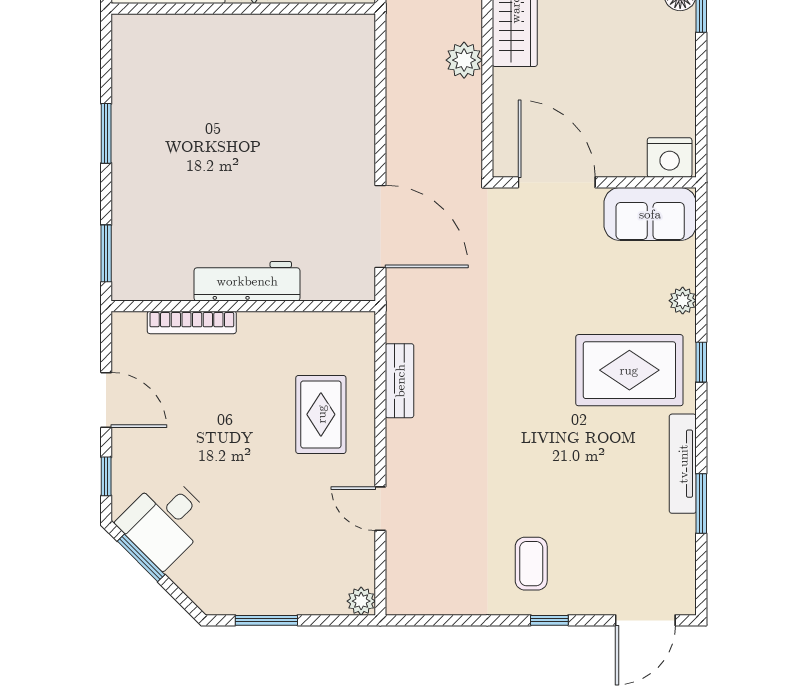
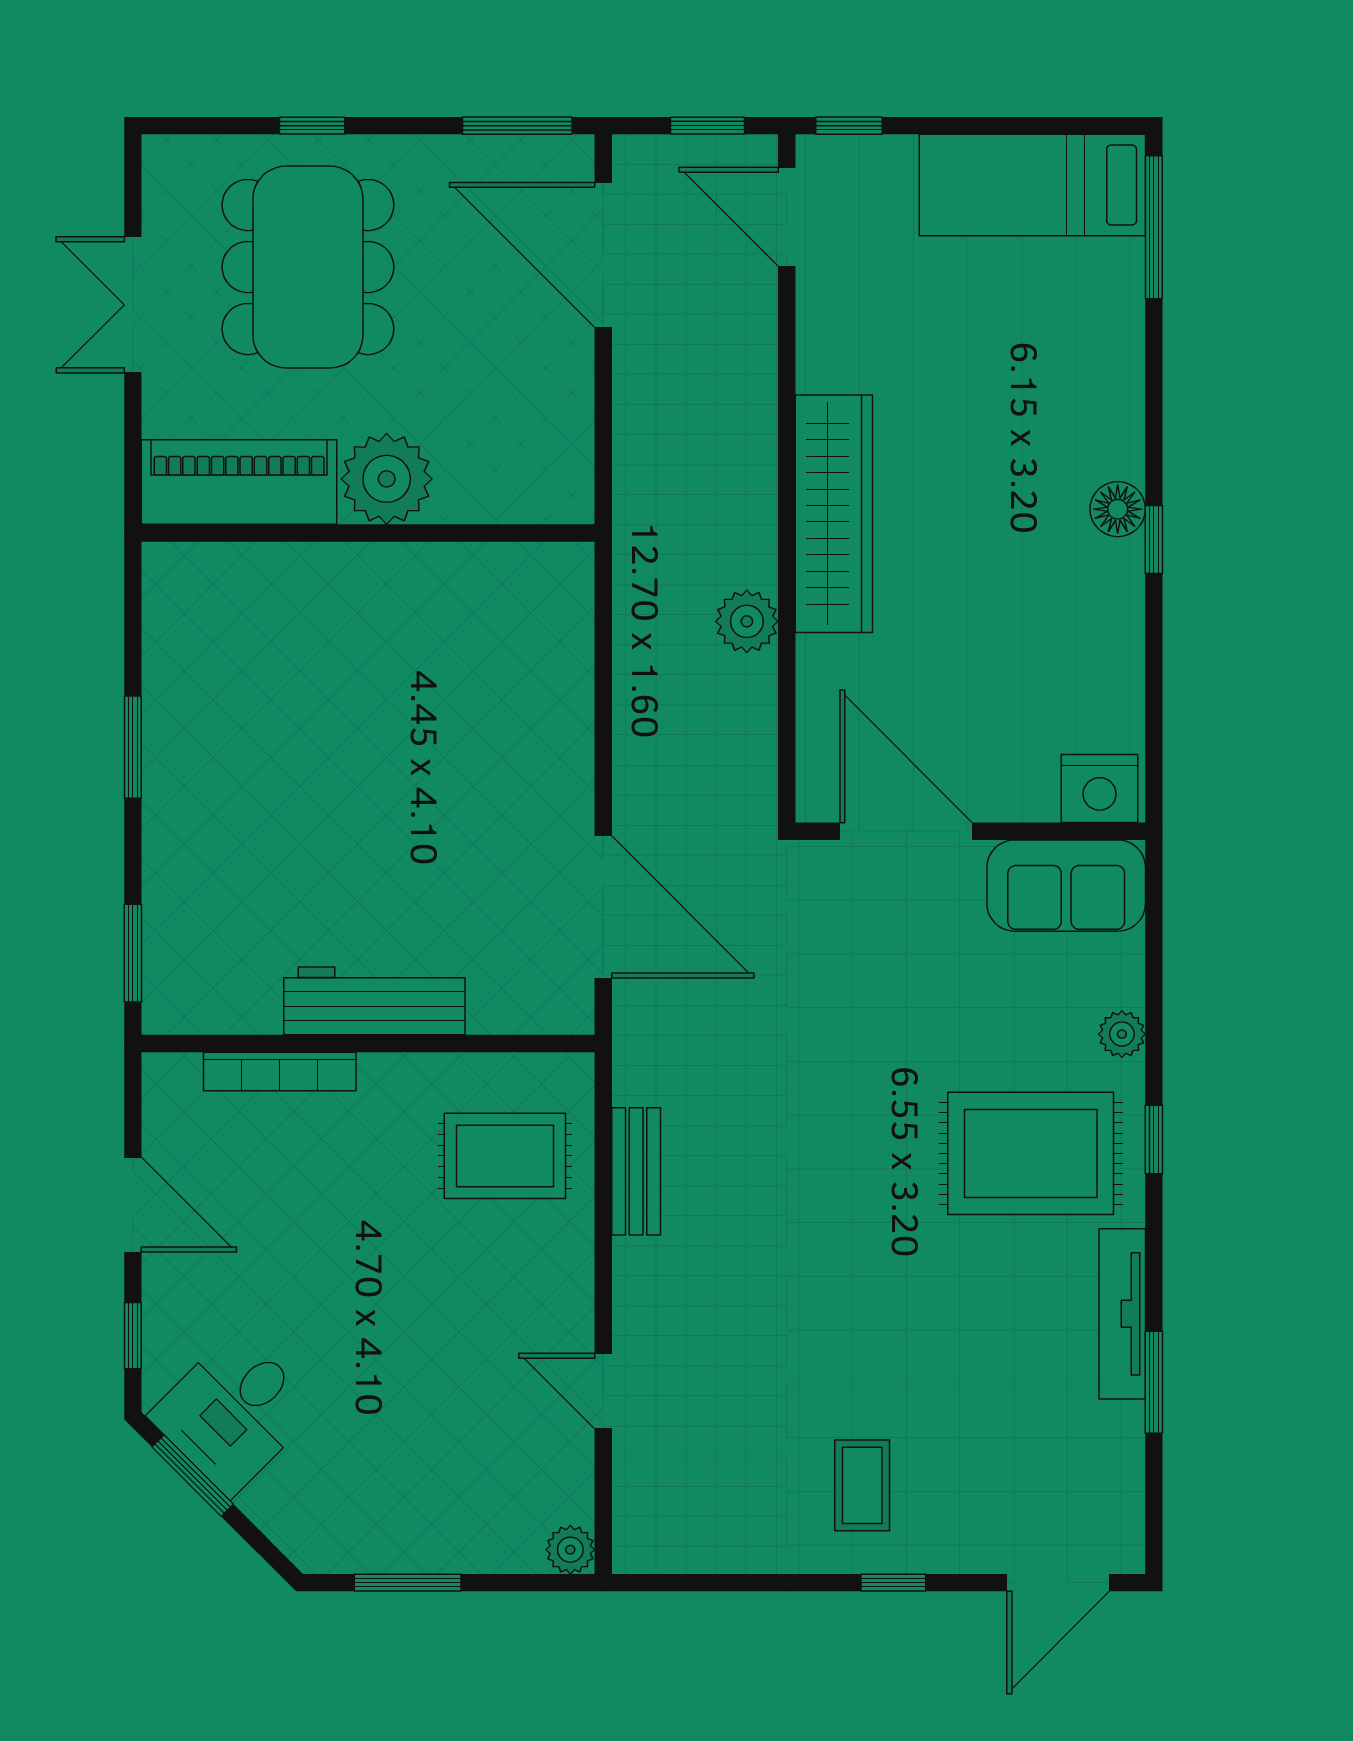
rug: (321, 414) -> (505, 1156), moved, turned 90

